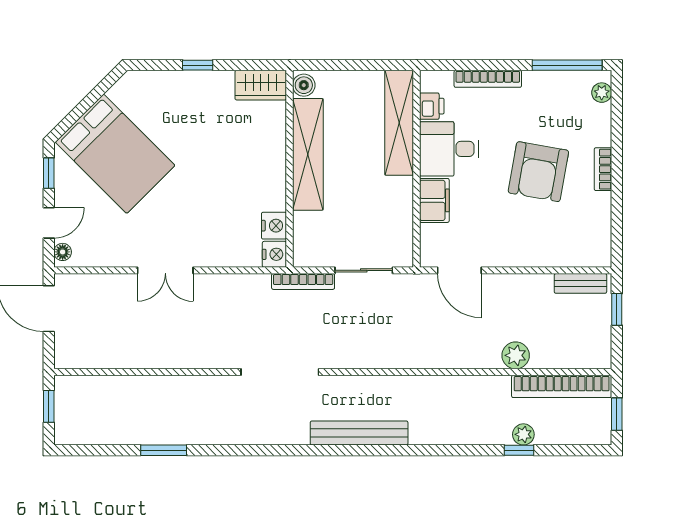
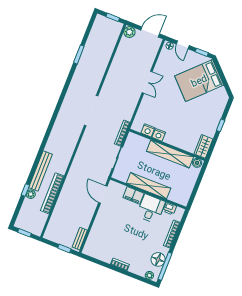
floor lamp: (558, 87) -> (158, 259), added
shelving: (399, 123) -> (149, 186), moved
armchair: (538, 172) -> (129, 239), removed
nightstand: (274, 254) -> (159, 135), moved
double door: (165, 270) -> (147, 82), swing flipped
door: (459, 270) -> (103, 194), hinge flipped
plant: (516, 355) -> (129, 32), moved
bookcase: (562, 386) -> (52, 193), moved
bench: (359, 433) -> (41, 171), moved

